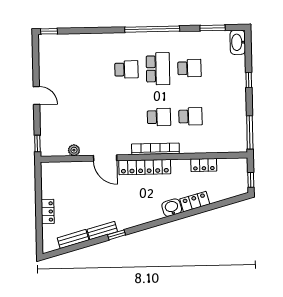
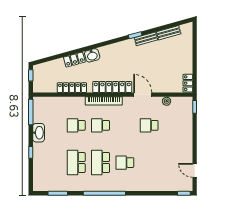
washbasin: (238, 42) -> (39, 133), moved
school desk: (189, 68) -> (76, 163), width x1.85
door: (36, 95) -> (195, 170), moved
school desk: (96, 118) -> (149, 125), added
locker: (204, 165) -> (72, 88), width x1.53
locker: (48, 212) -> (188, 83), moved

